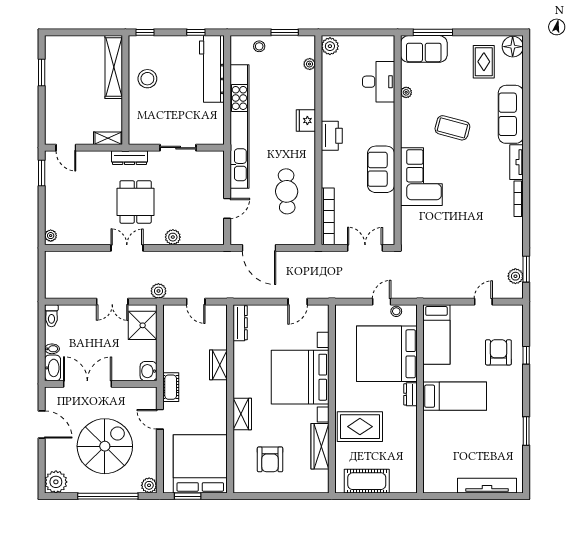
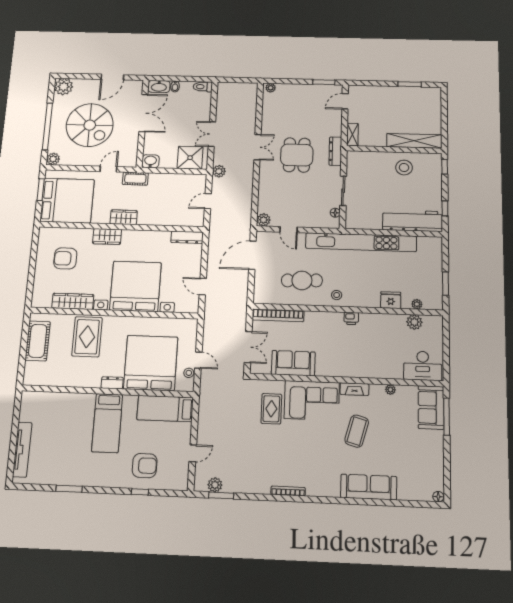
stool: (259, 46) -> (337, 295), moved
plant: (330, 46) -> (414, 322), moved
floor lamp: (513, 47) -> (438, 497), width x0.53, depth x0.53
rug: (484, 62) -> (271, 409), moved, turned 90
desk: (379, 82) -> (423, 366), moved
fridge: (306, 121) -> (391, 300), moved
fireplace: (407, 131) -> (354, 389), added
printer: (332, 136) -> (351, 318), width x0.53, depth x0.68
floor lamp: (205, 156) -> (335, 213), added
tv unit: (517, 162) -> (323, 491), removed
sofa: (381, 169) -> (293, 363), moved
dining table: (136, 202) -> (297, 155), turned 90
plant: (173, 237) -> (264, 220), moved
door: (483, 302) -> (193, 453), hinge flipped
wardrobe: (218, 365) -> (124, 217), moved

